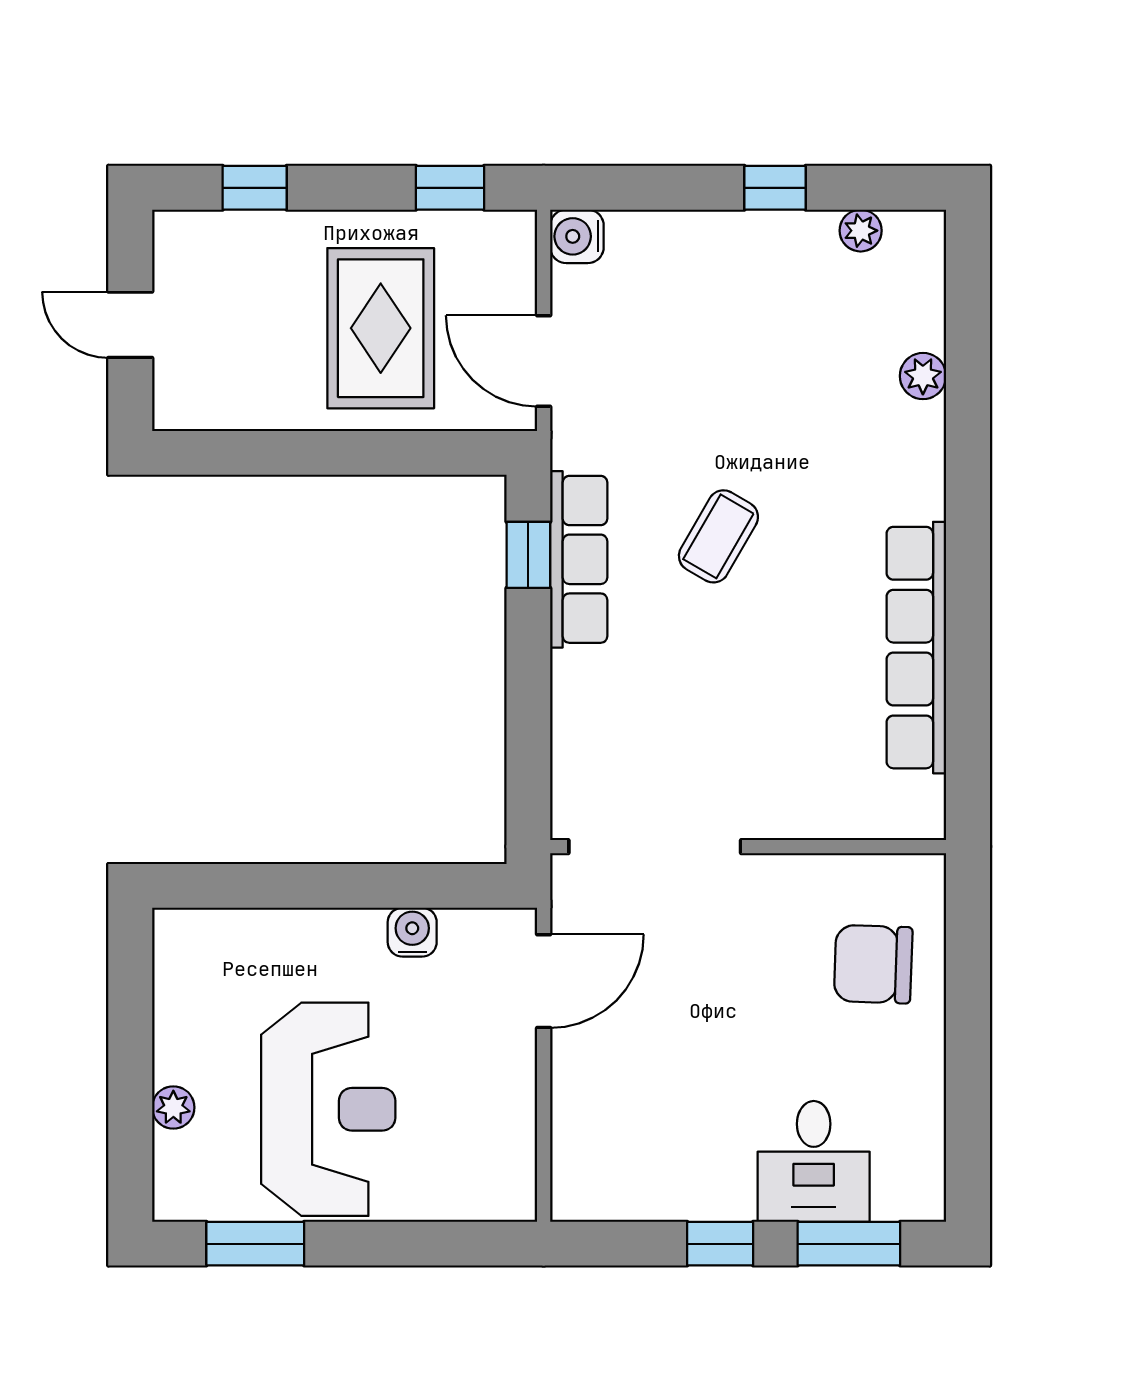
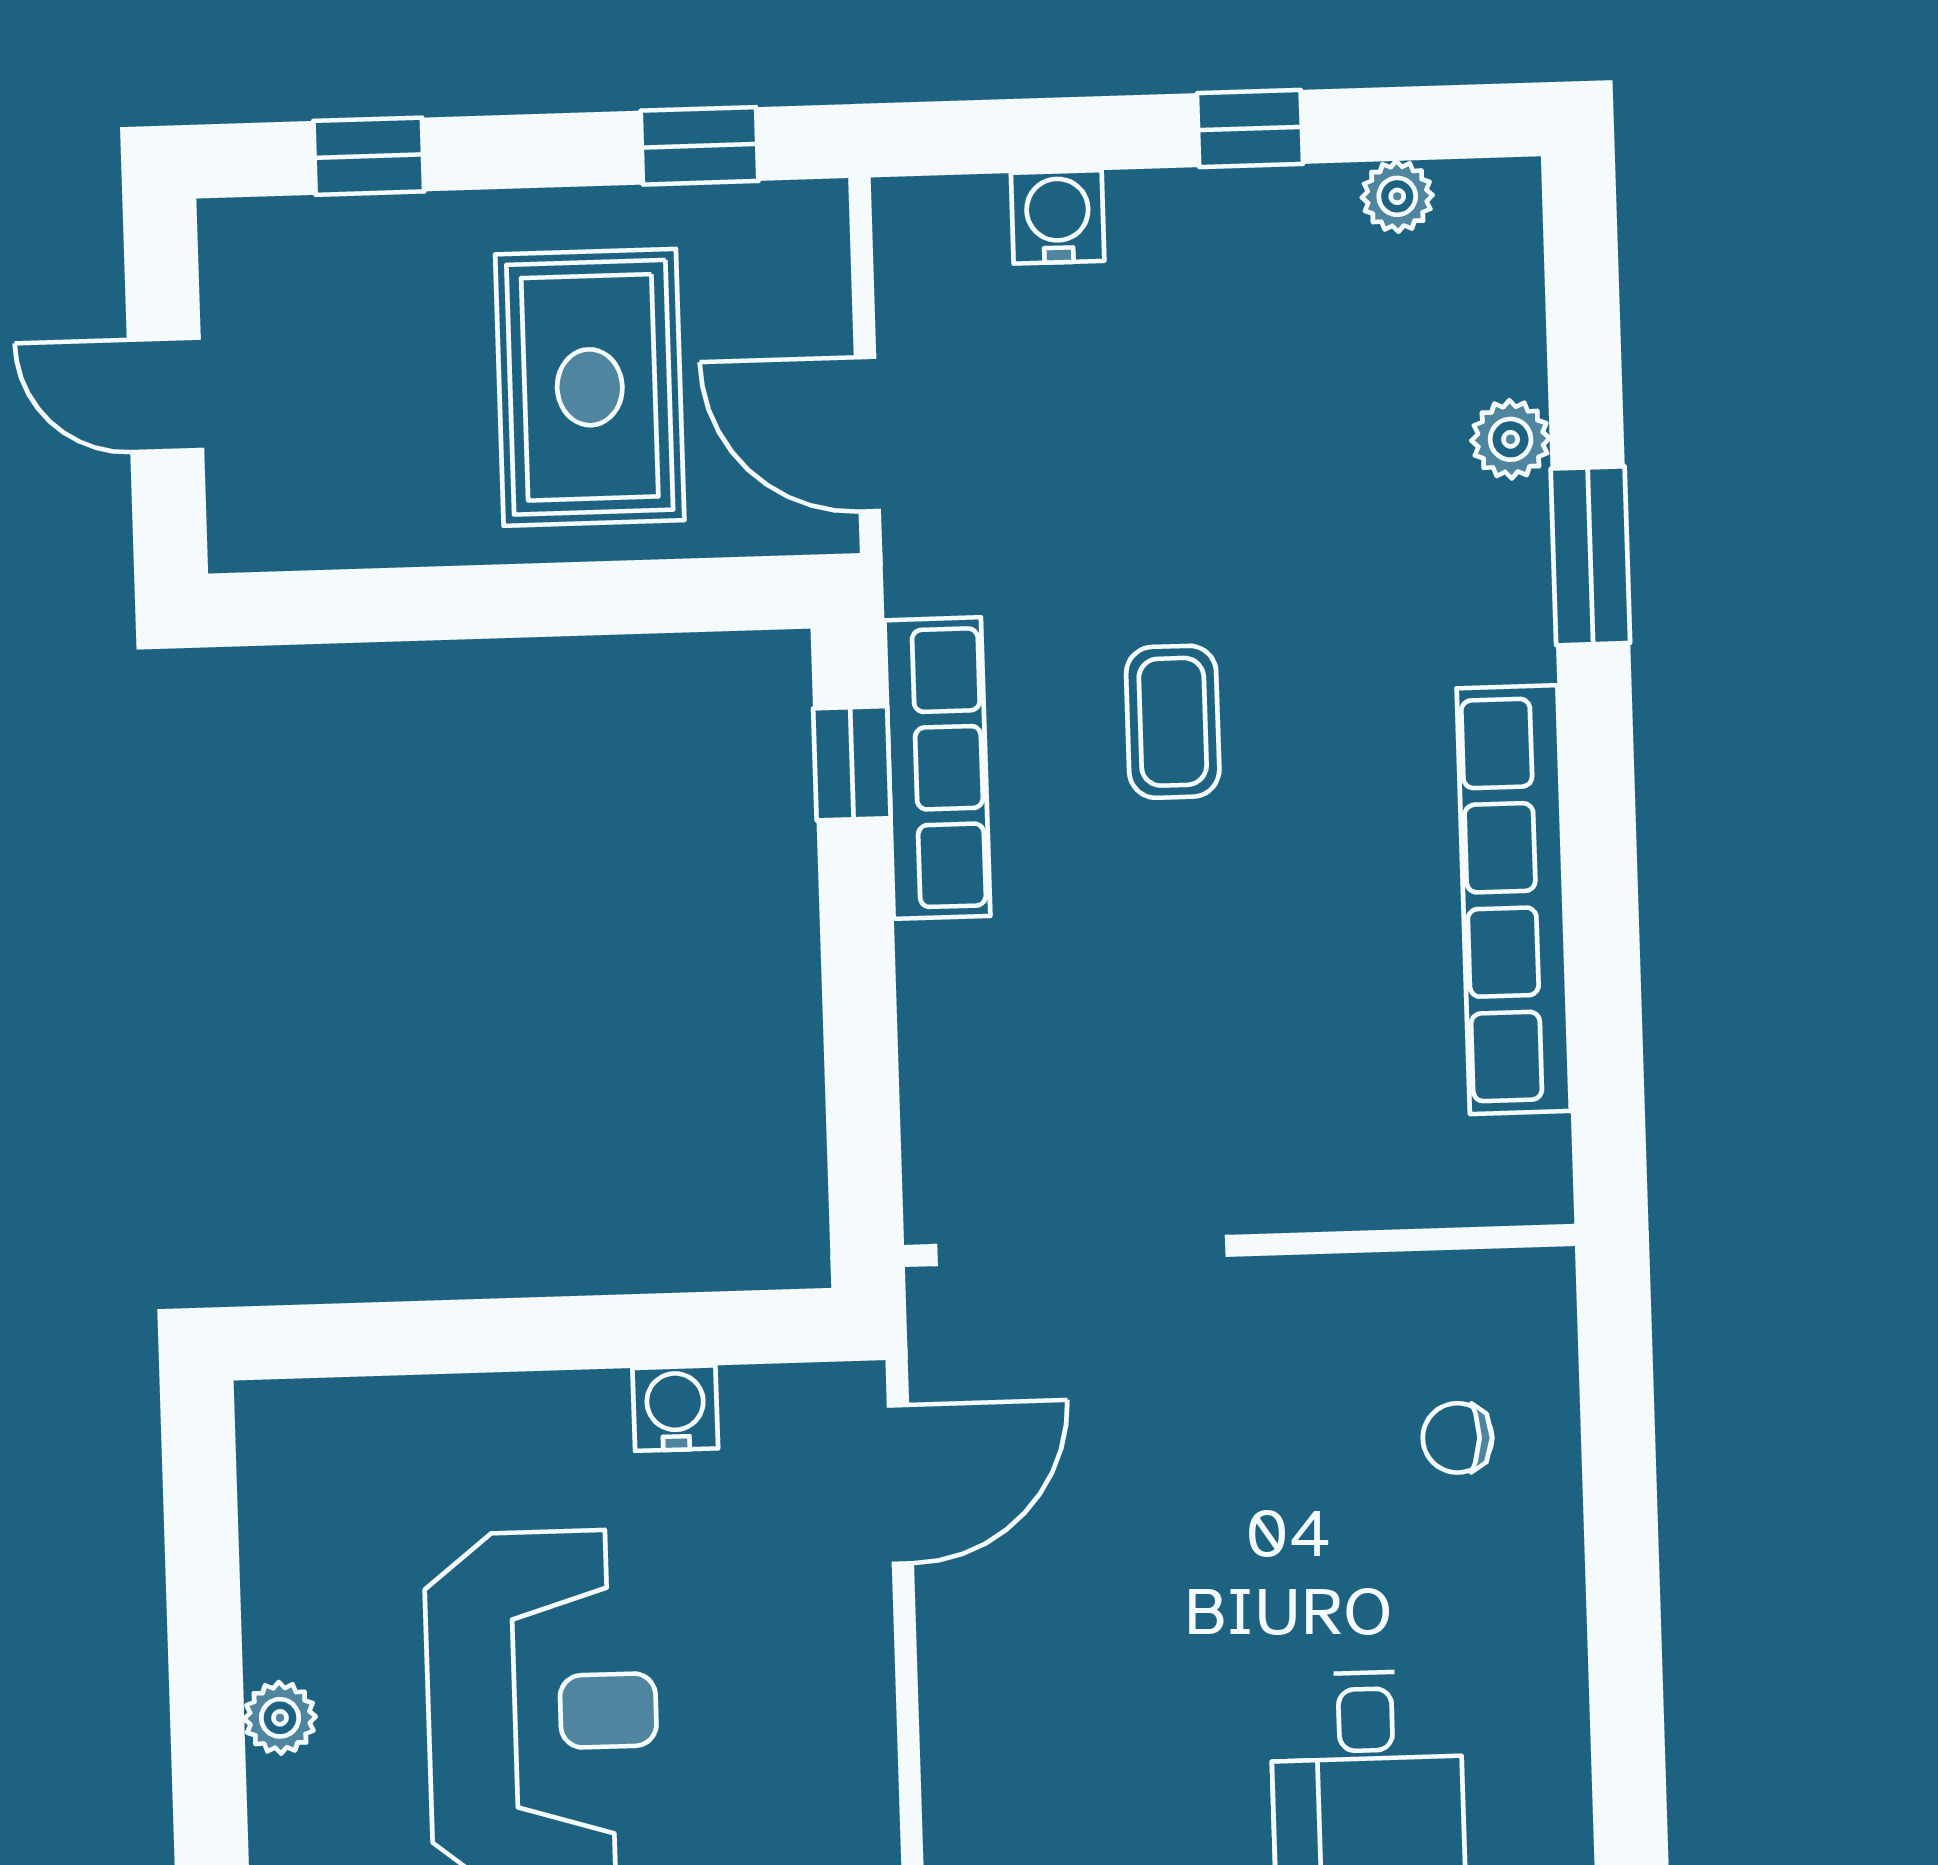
water cooler: (577, 236) -> (1058, 217), moved, turned 90
window: (968, 446) -> (1590, 556), added
coffee table: (718, 536) -> (1173, 722), turned -30
chair: (873, 964) -> (1457, 1438), width x0.54, depth x0.54

